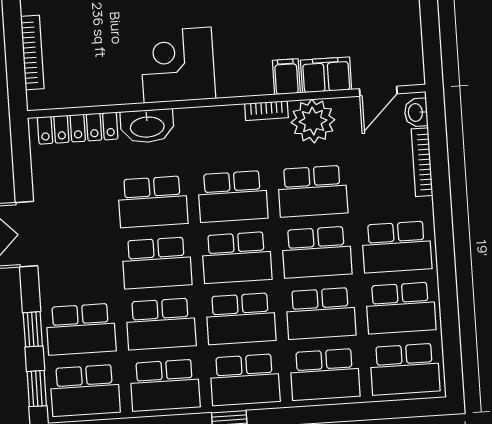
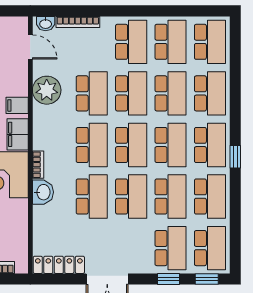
filing cabinet: (326, 75) -> (18, 134), moved
bookcase: (266, 111) -> (38, 165), moved
washbasin: (147, 126) -> (43, 192), width x0.72
locker: (78, 128) -> (59, 265), moved, turned -90

